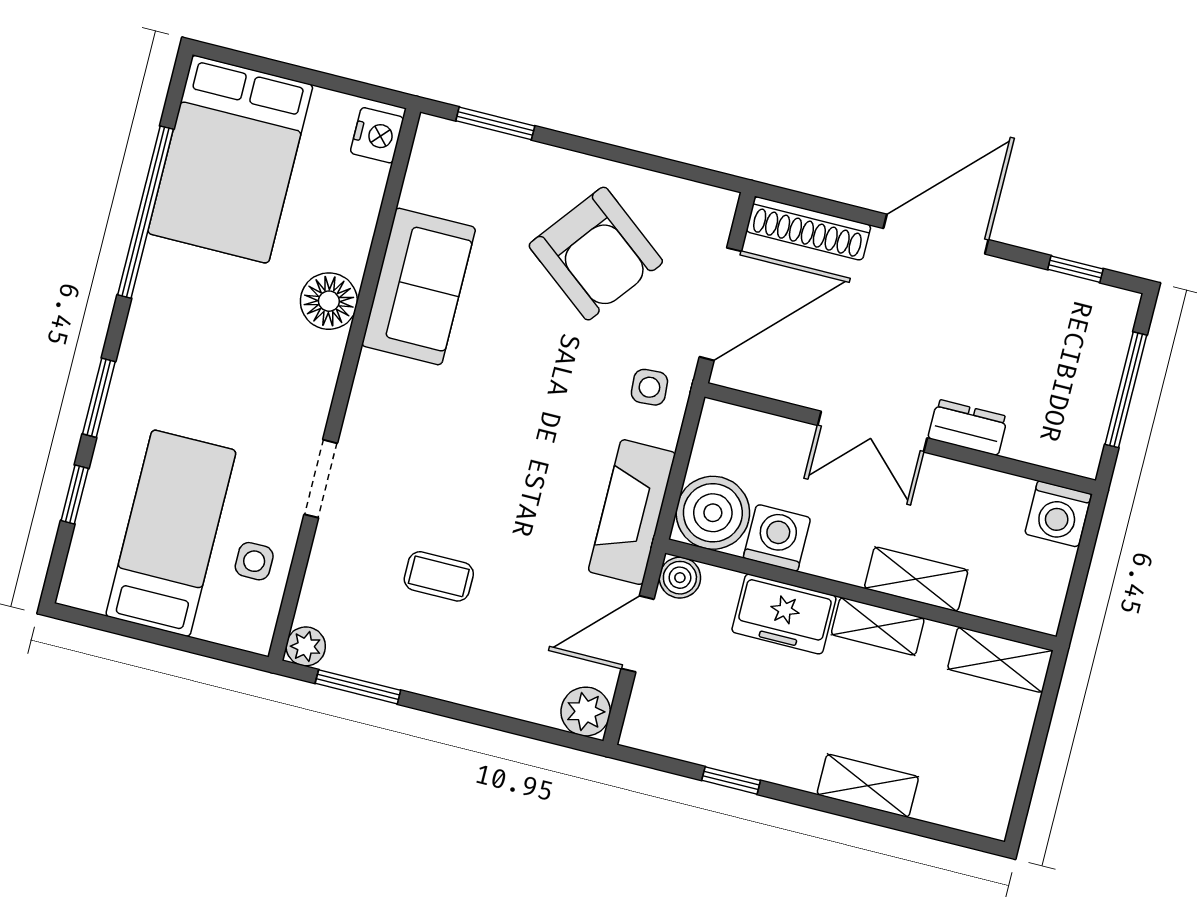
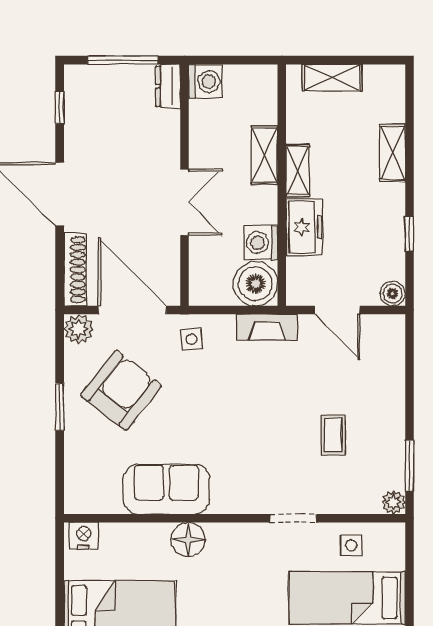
window: (495, 123) -> (60, 407), moved
dresser: (968, 427) -> (168, 86), moved
fireplace: (632, 512) -> (267, 327), width x0.73, depth x0.76
boiler: (680, 578) -> (393, 293), moved
shelving: (1000, 660) -> (332, 78), moved, turned 90
plant: (586, 712) -> (79, 329), moved

